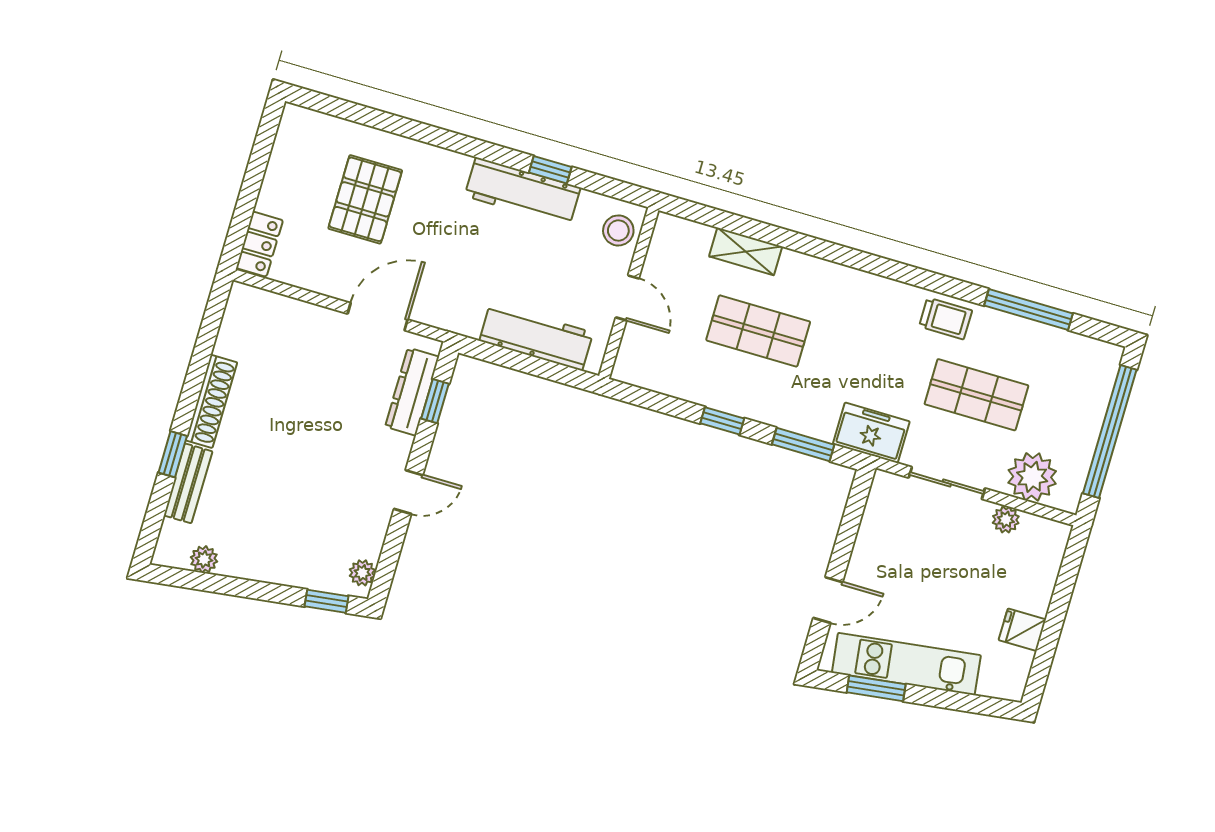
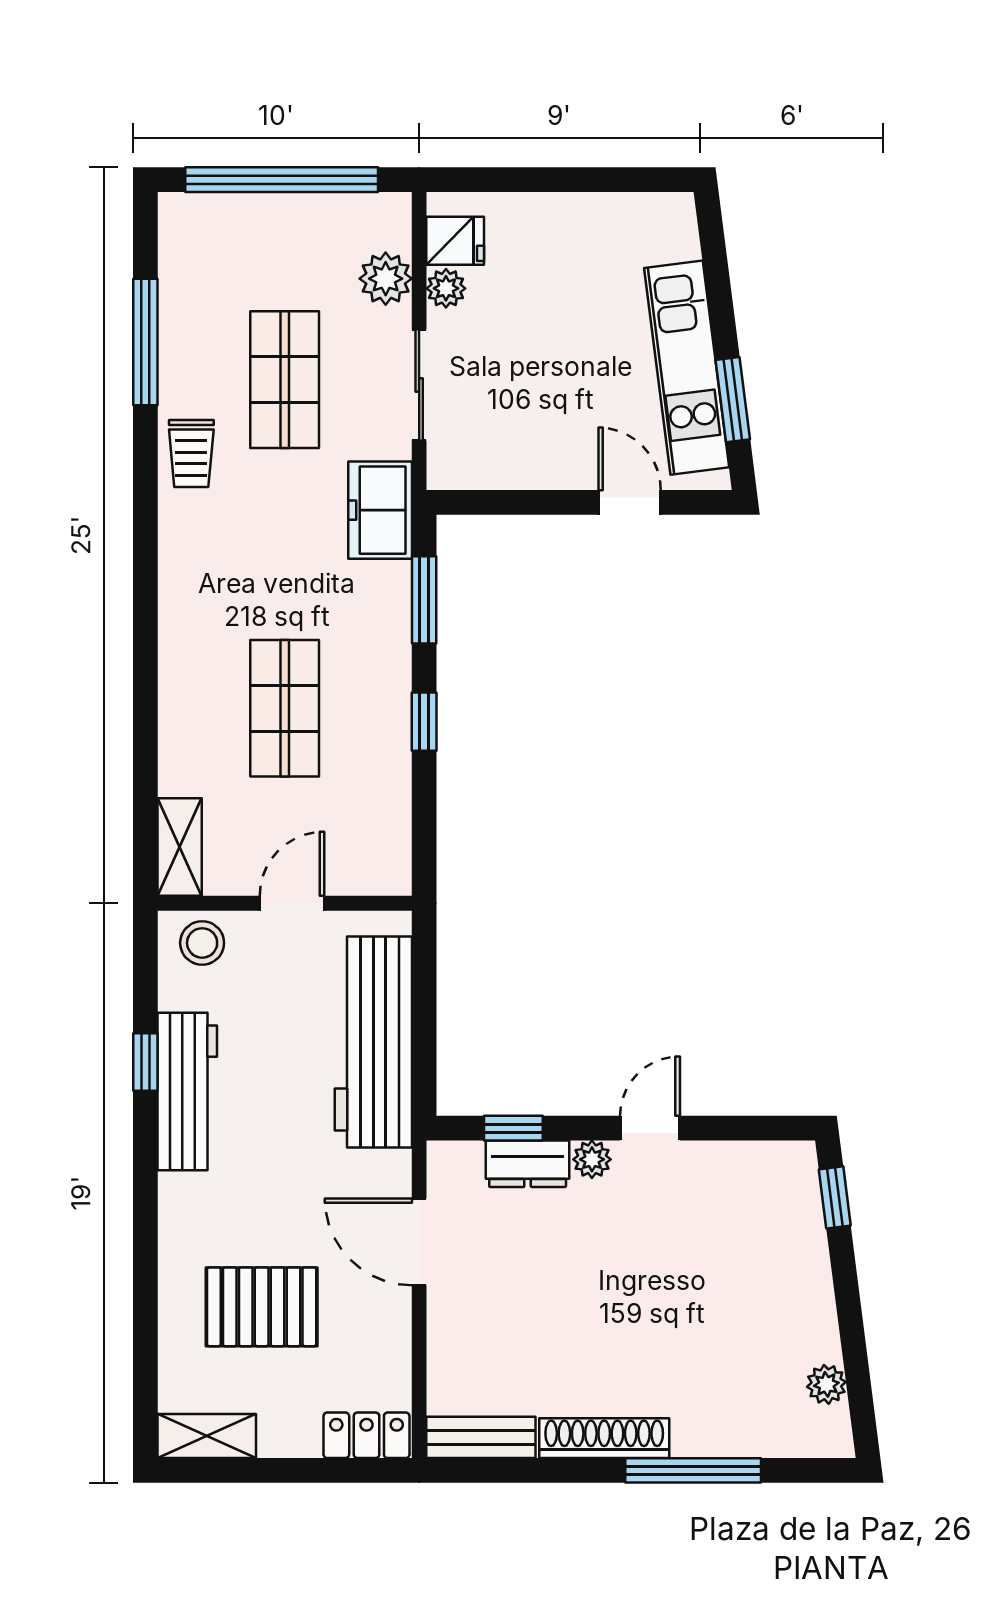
shelving: (290, 138) -> (207, 1436), added
shelving: (746, 251) -> (180, 847), moved
trolley: (946, 318) -> (191, 453), turned 180
workbench: (536, 337) -> (373, 1042), width x1.36, depth x1.32
dresser: (412, 392) -> (528, 1164), width x0.70
window: (173, 454) -> (693, 1470), width x2.17
plant: (1032, 477) -> (386, 279), width x0.73, depth x0.73
bench: (188, 483) -> (481, 1437), moved
door: (408, 492) -> (650, 1128), hinge flipped
plant: (362, 573) -> (592, 1159), moved
fridge: (1022, 630) -> (455, 241), moved, turned -90

